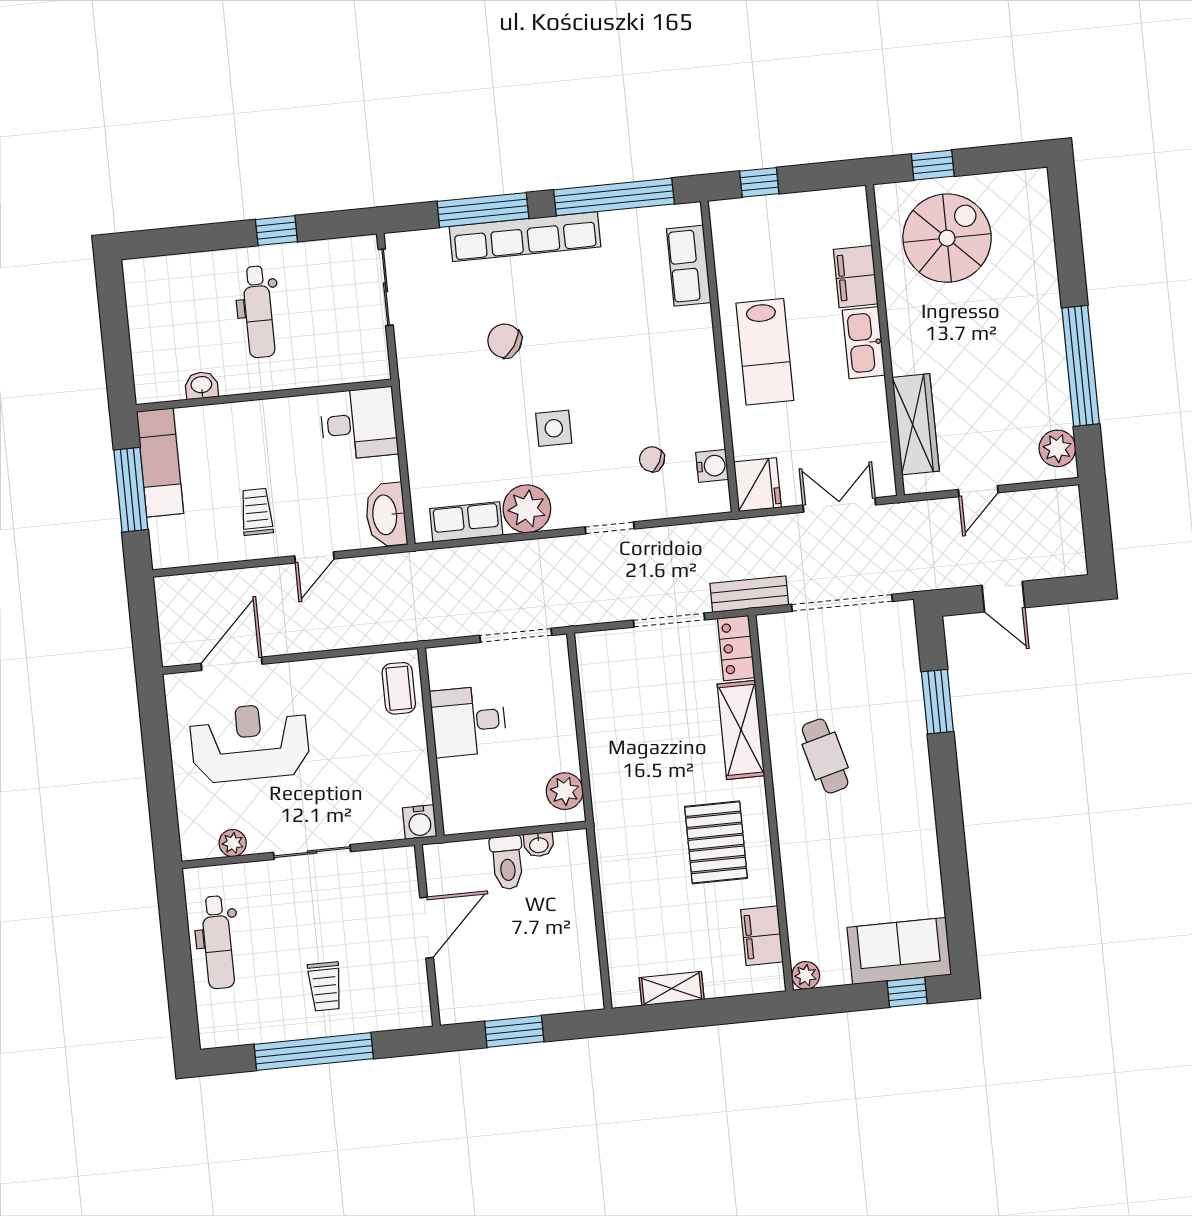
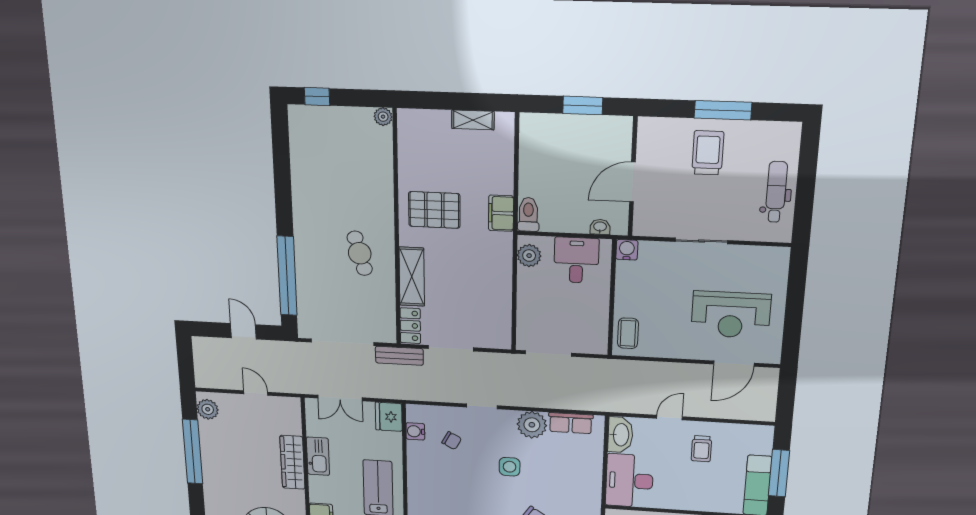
kitchen sink: (864, 343) -> (318, 456), moved
desk: (359, 424) -> (629, 481), width x1.37
wardrobe: (916, 424) -> (292, 462), moved
door: (978, 491) -> (256, 393), hinge flipped
window: (937, 702) -> (287, 276), width x2.11
desk: (468, 721) -> (576, 260), moved, turned -90
pallet: (716, 842) -> (434, 210), turned 90
plant: (233, 843) -> (754, 254), removed
washbasin: (539, 845) -> (600, 227), moved
toilet: (507, 862) -> (528, 214), moved
filing cabinet: (762, 936) -> (501, 213), moved, turned 180
sofa: (899, 951) -> (320, 124), removed
trolley: (325, 987) -> (708, 153), width x1.36, depth x1.39
window: (314, 1051) -> (723, 110), width x0.68

